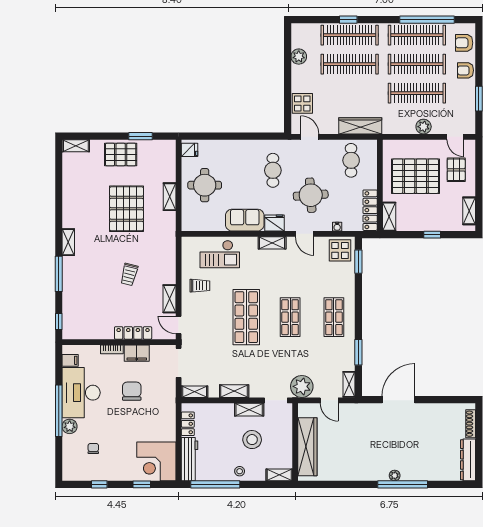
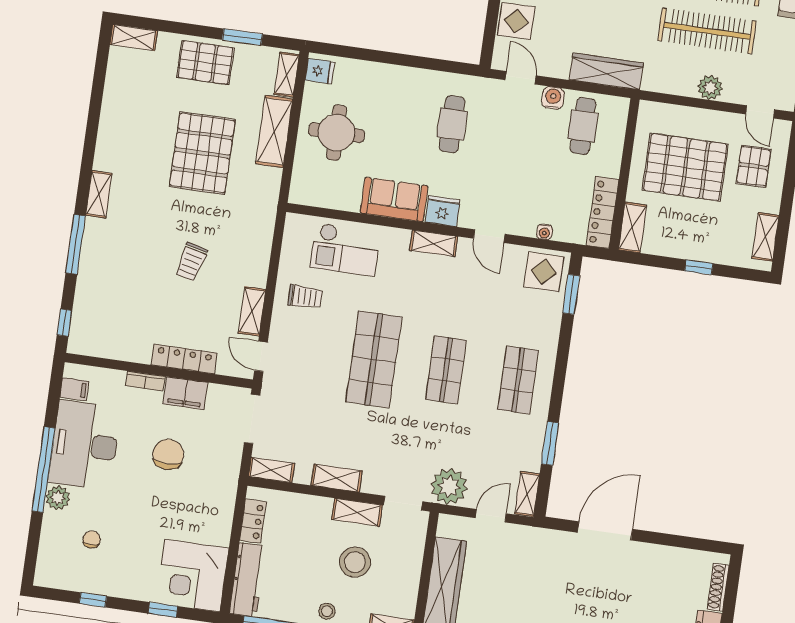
water cooler: (331, 146) -> (553, 98), added
shelving: (170, 155) -> (287, 75), added
round table: (311, 195) -> (508, 174), removed
shelving: (170, 197) -> (274, 131), width x1.50, depth x1.33
door: (329, 400) -> (491, 516), swing flipped

